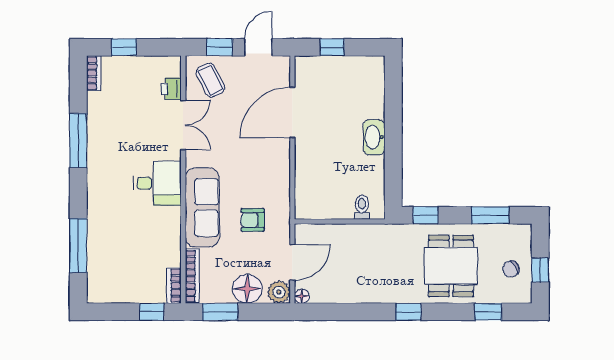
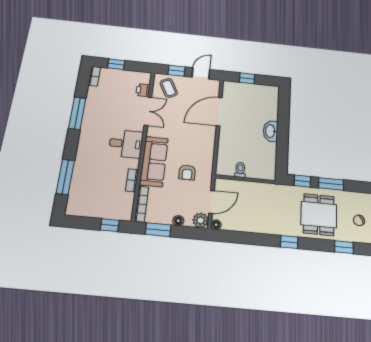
toilet: (362, 207) -> (240, 170), moved
window: (490, 215) -> (331, 184), moved
armchair: (253, 220) -> (187, 173), turned -90
bookcase: (174, 286) -> (132, 180), moved
floor lamp: (247, 289) -> (178, 221), width x0.53, depth x0.53

